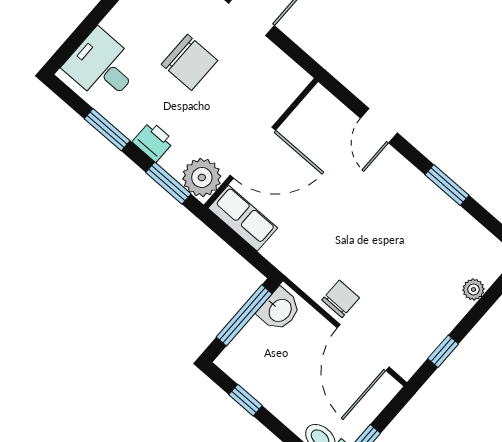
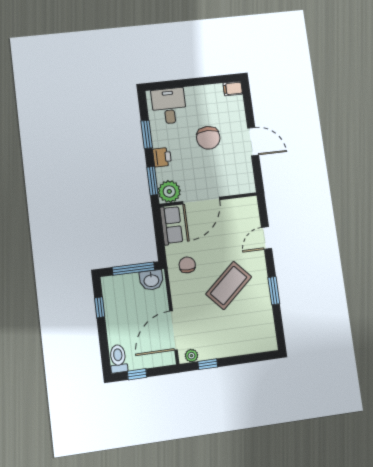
door: (253, 153) -> (201, 201), hinge flipped
coffee table: (383, 230) -> (229, 285), added
plant: (473, 289) -> (191, 356), moved
chair: (341, 299) -> (187, 265), moved, turned -90

